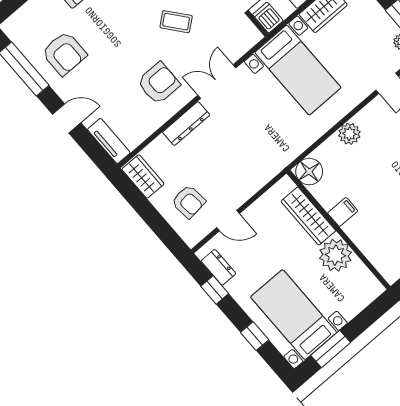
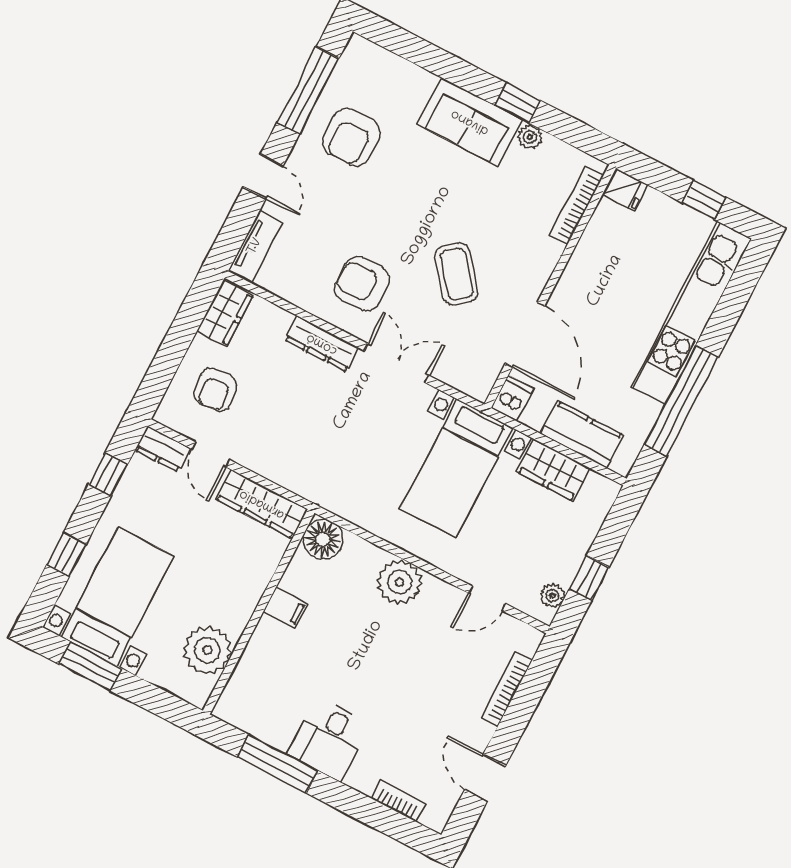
coffee table: (176, 22) -> (456, 274), width x1.36, depth x1.30
armchair: (159, 83) -> (362, 284), turned 180
plant: (349, 134) -> (400, 582), width x1.36, depth x1.36
wardrobe: (308, 216) -> (262, 504), moved, turned -90
plant: (335, 255) -> (207, 650), moved
dresser: (218, 267) -> (163, 449), moved, turned 90

